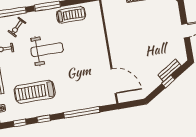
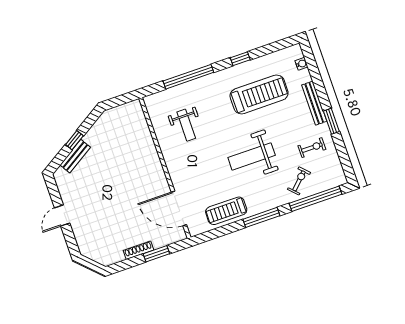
weight bench: (89, 79) -> (186, 125), added
door: (114, 81) -> (179, 208), moved
window: (20, 123) -> (273, 48), removed

